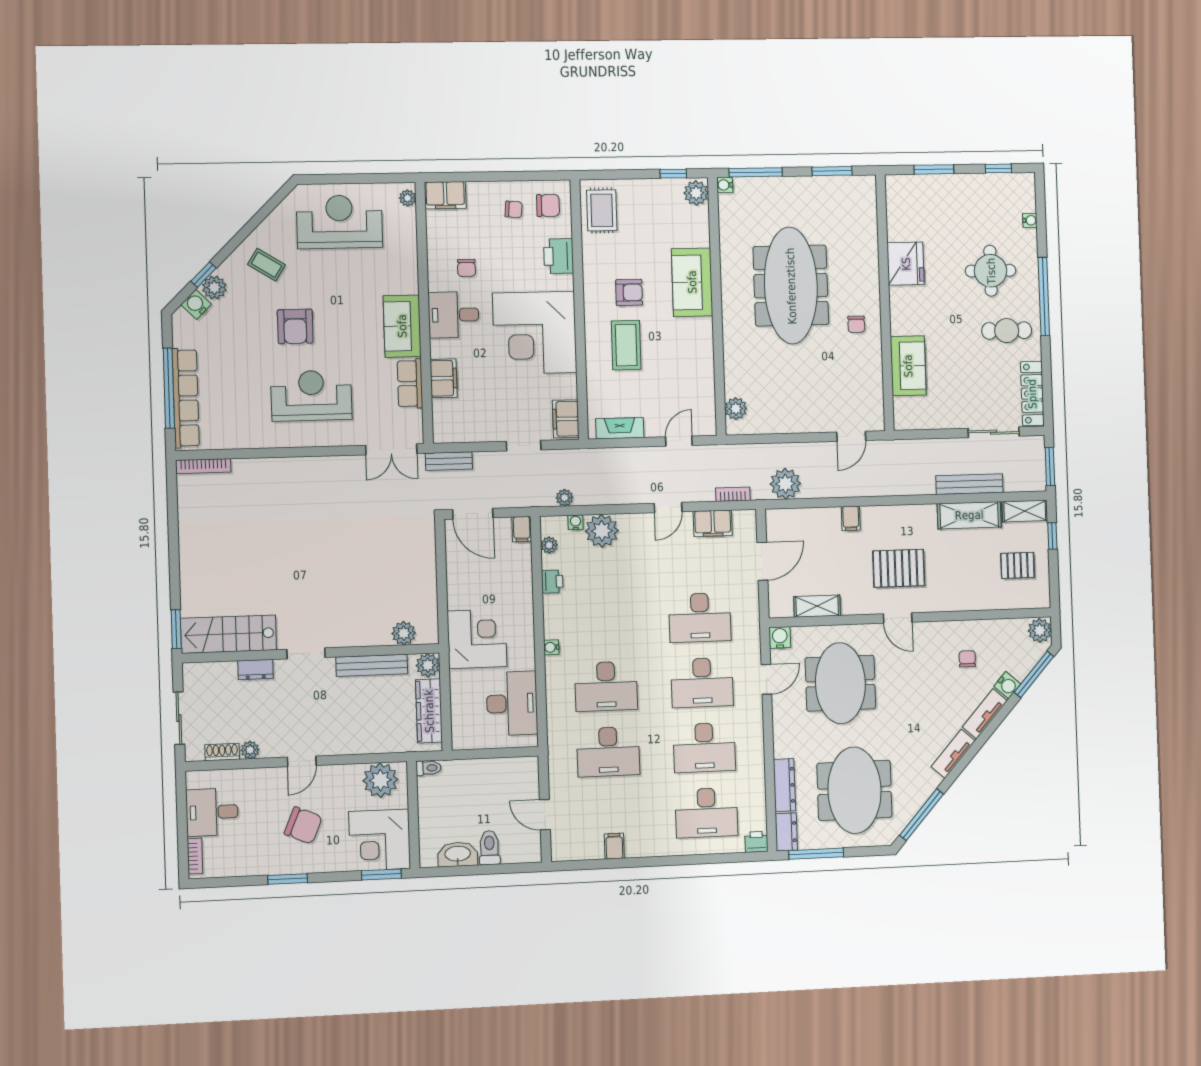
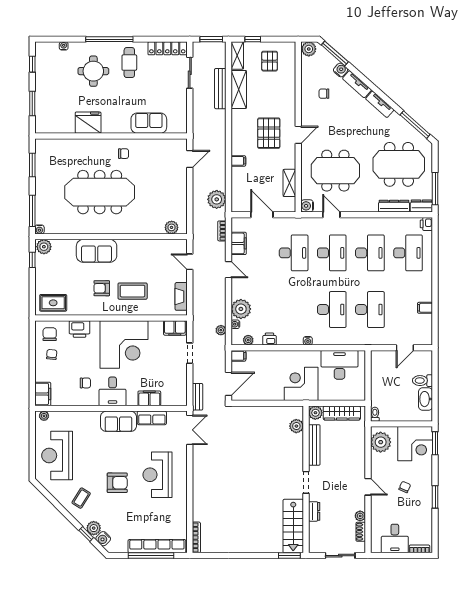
armchair: (629, 292) -> (102, 288), turned -90
door: (851, 436) -> (190, 159), hinge flipped
chair: (303, 825) -> (405, 487), width x0.54, depth x0.54

